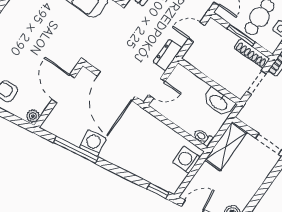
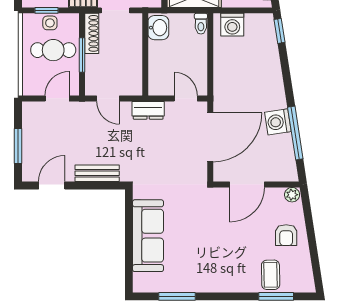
washbasin: (219, 102) -> (158, 28), width x0.72

